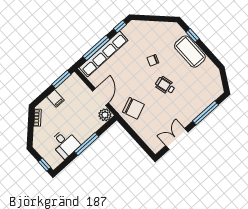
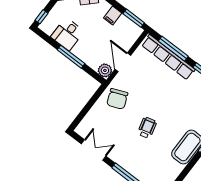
chair: (153, 60) -> (171, 110), removed
door: (100, 97) -> (123, 62), swing flipped

